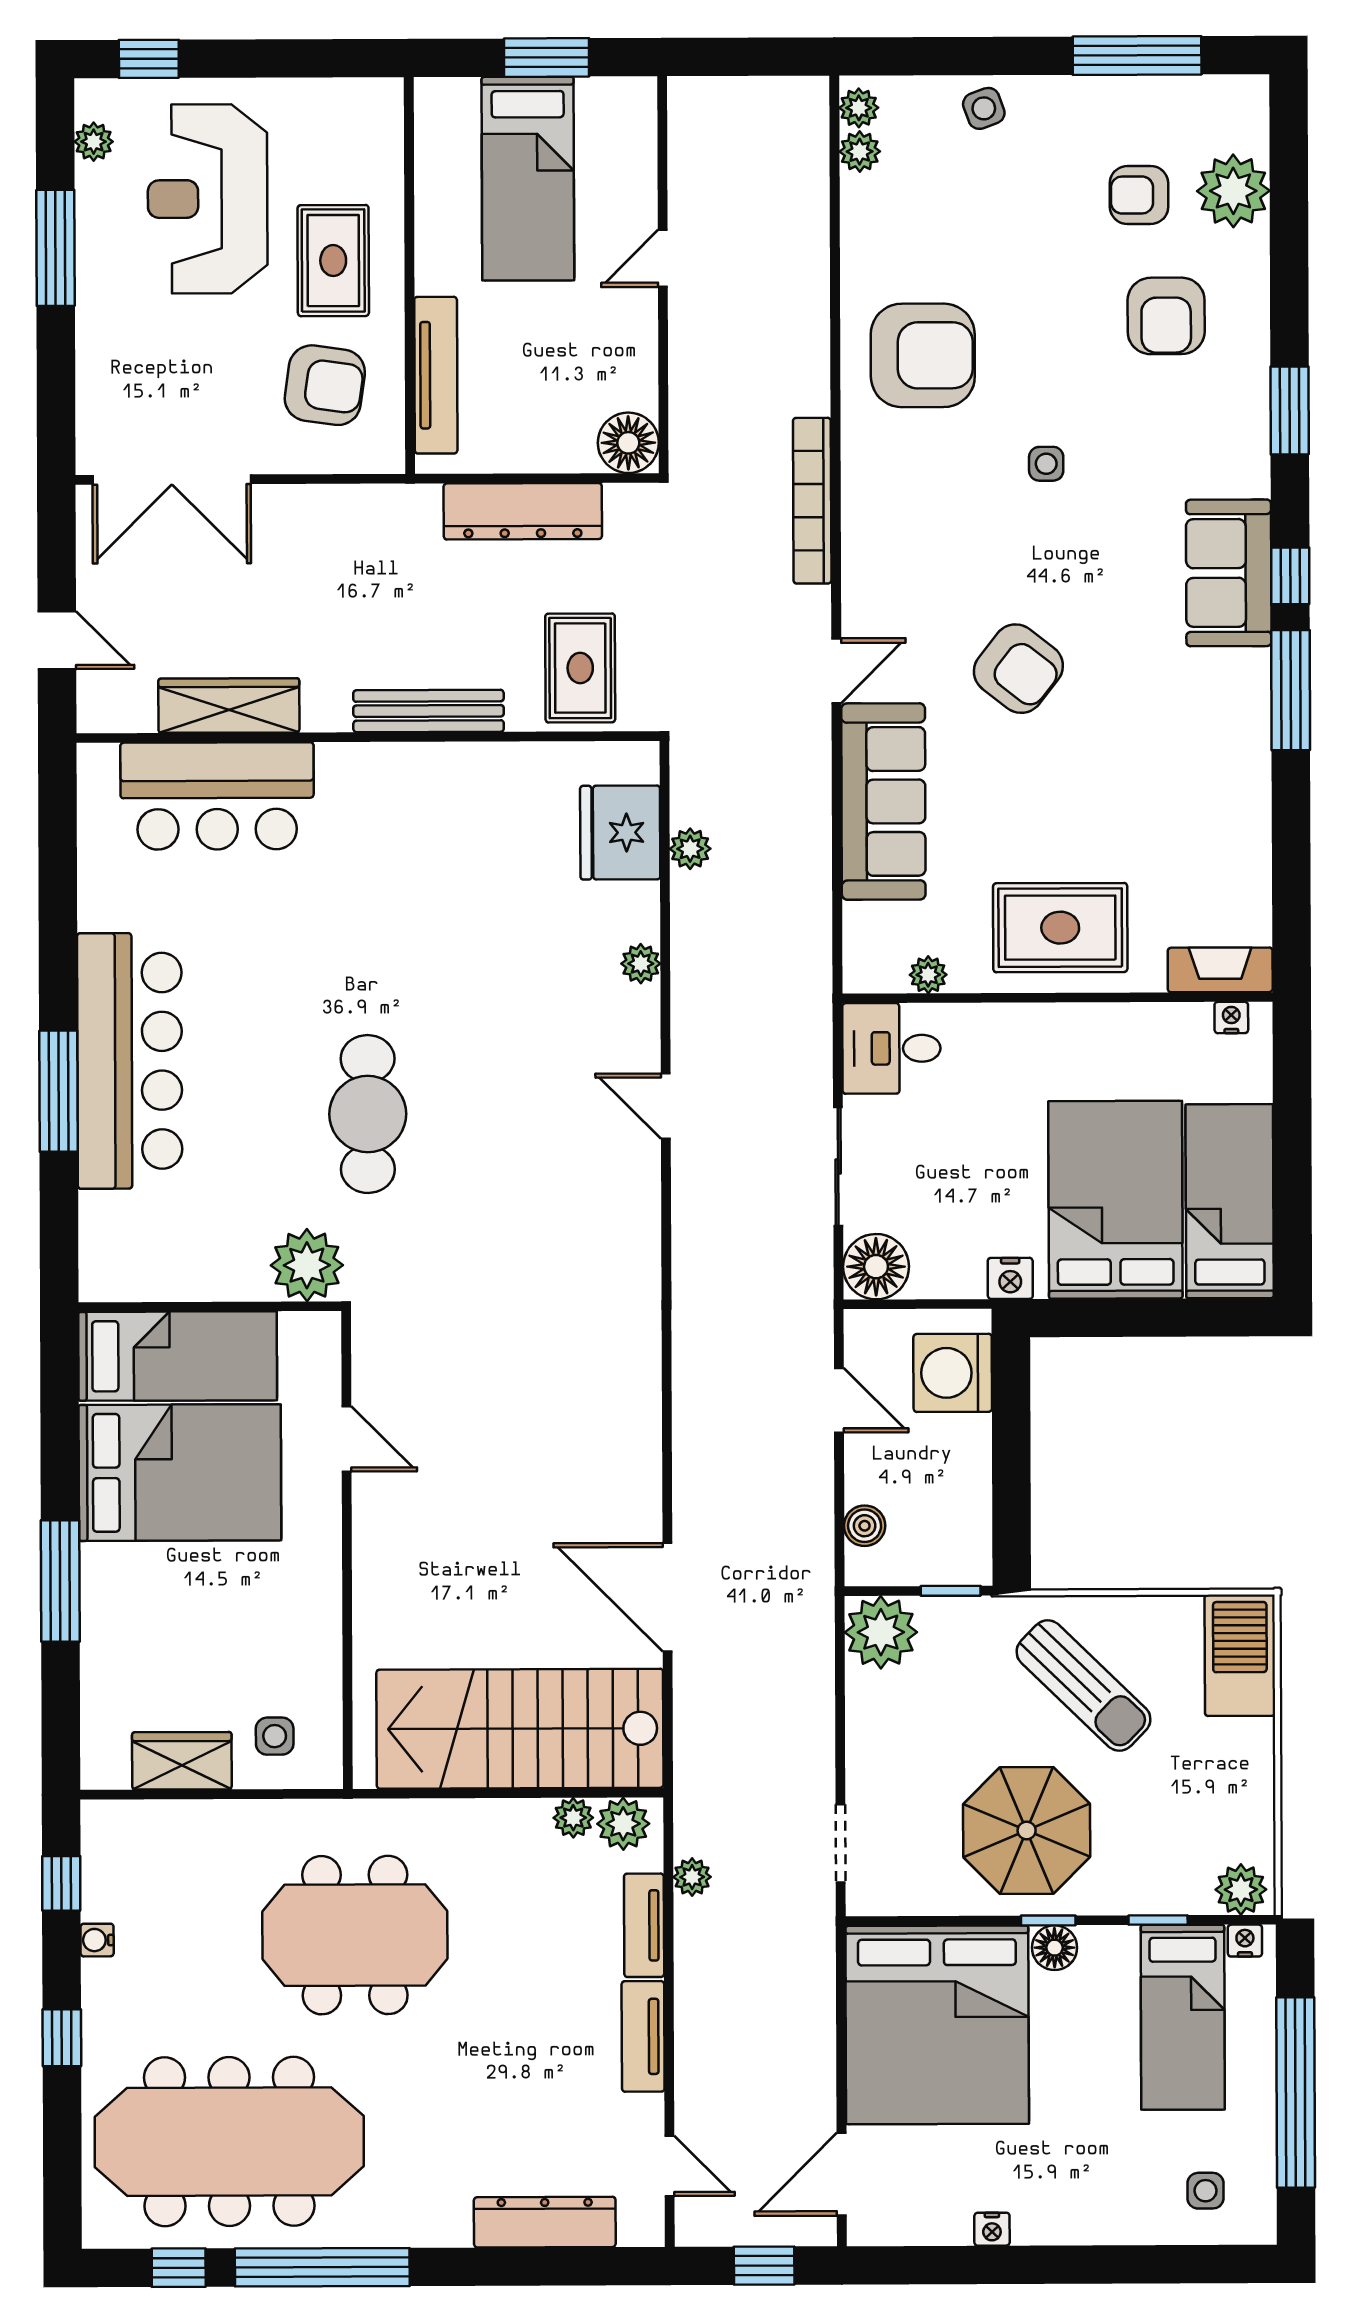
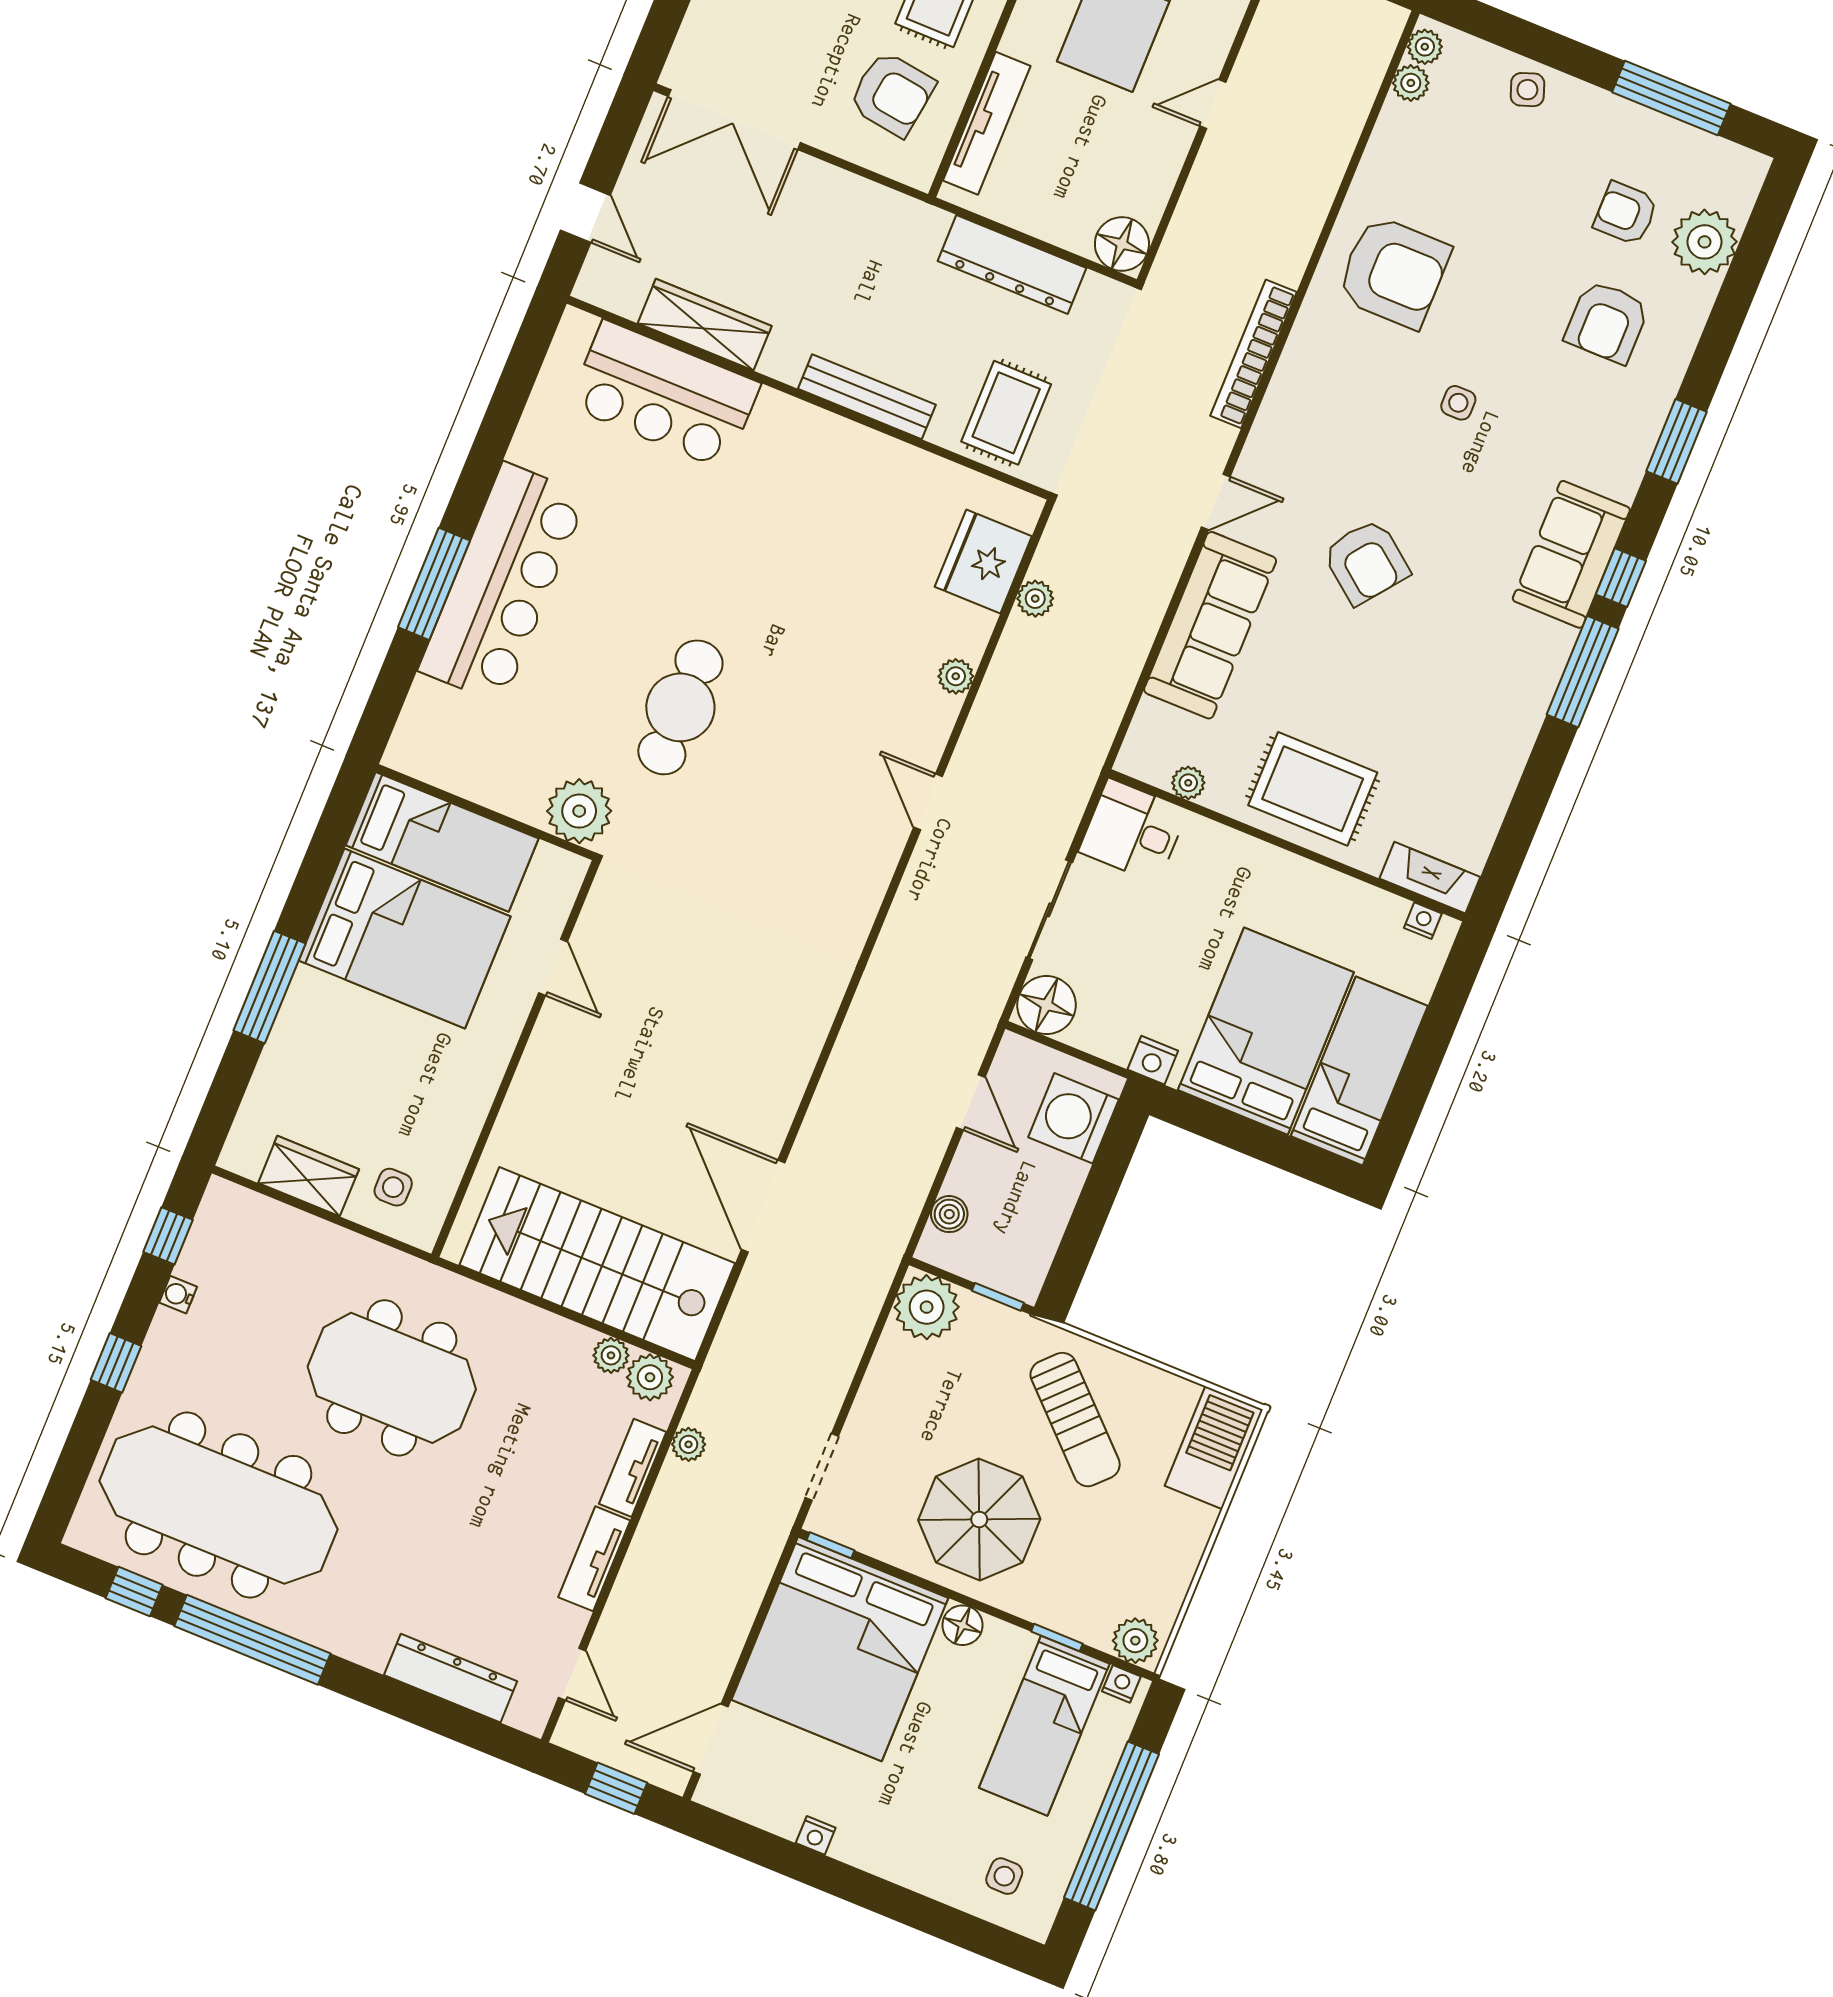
window: (1048, 1920) -> (831, 1545), moved

